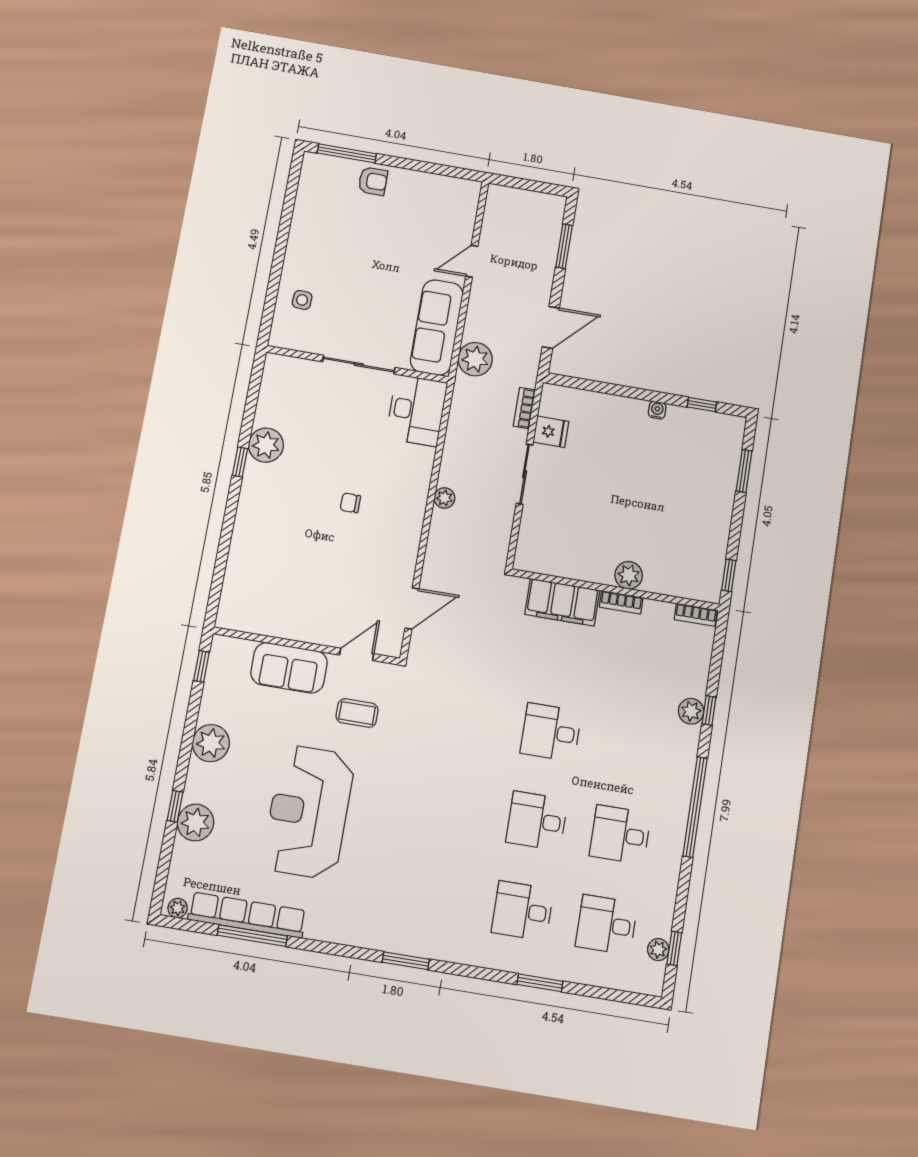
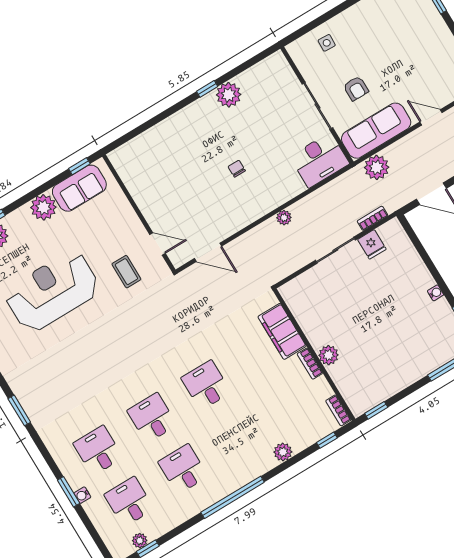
armchair: (373, 181) -> (356, 88), moved
sofa: (289, 668) -> (79, 188), moved, turned -90
window: (709, 711) -> (327, 440), moved
water cooler: (556, 971) -> (82, 495), added

